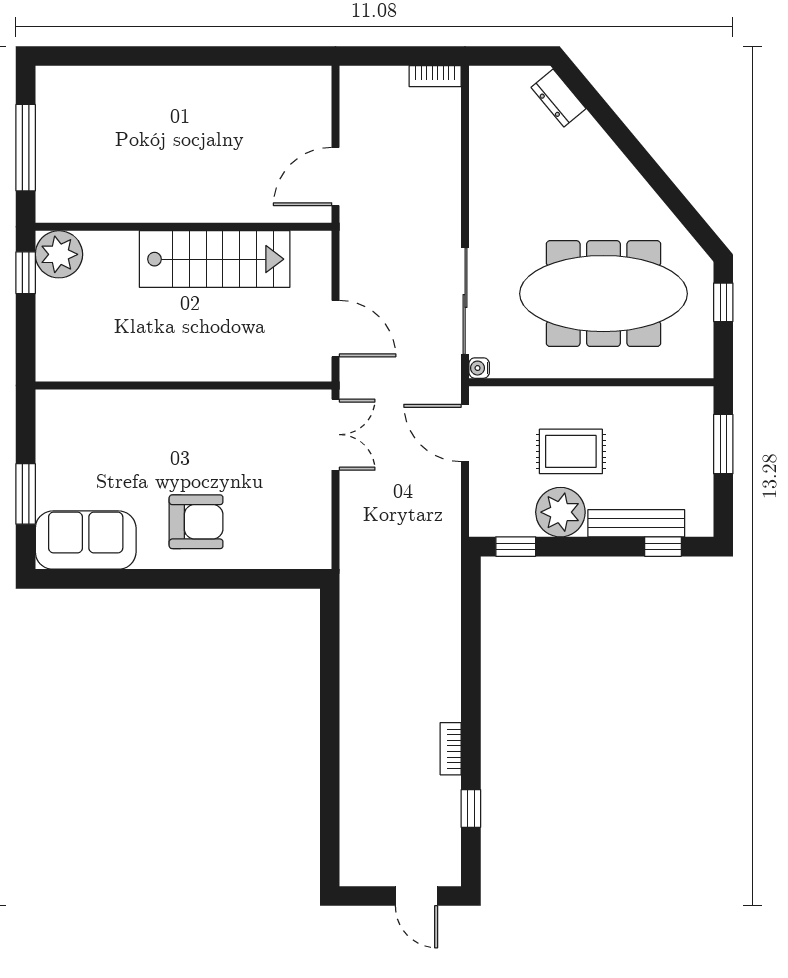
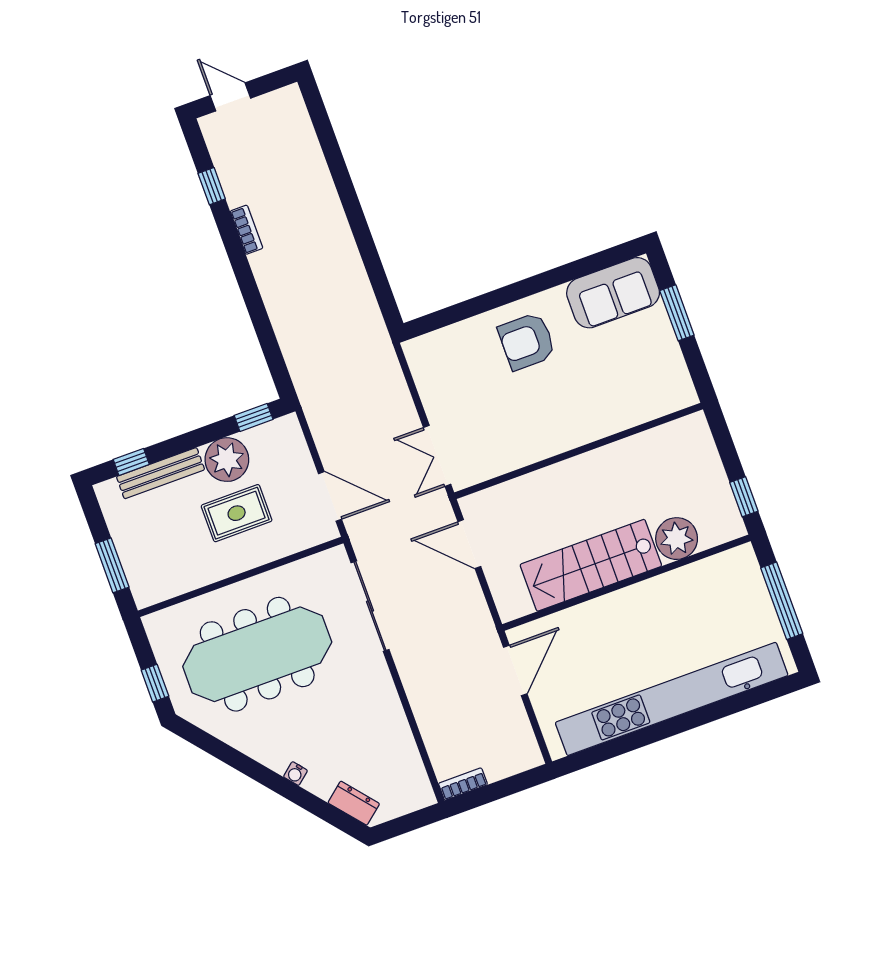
kitchen unit: (180, 86) -> (672, 699), added
plant: (59, 254) -> (677, 539), moved
water cooler: (479, 368) -> (295, 774), moved, turned 140

